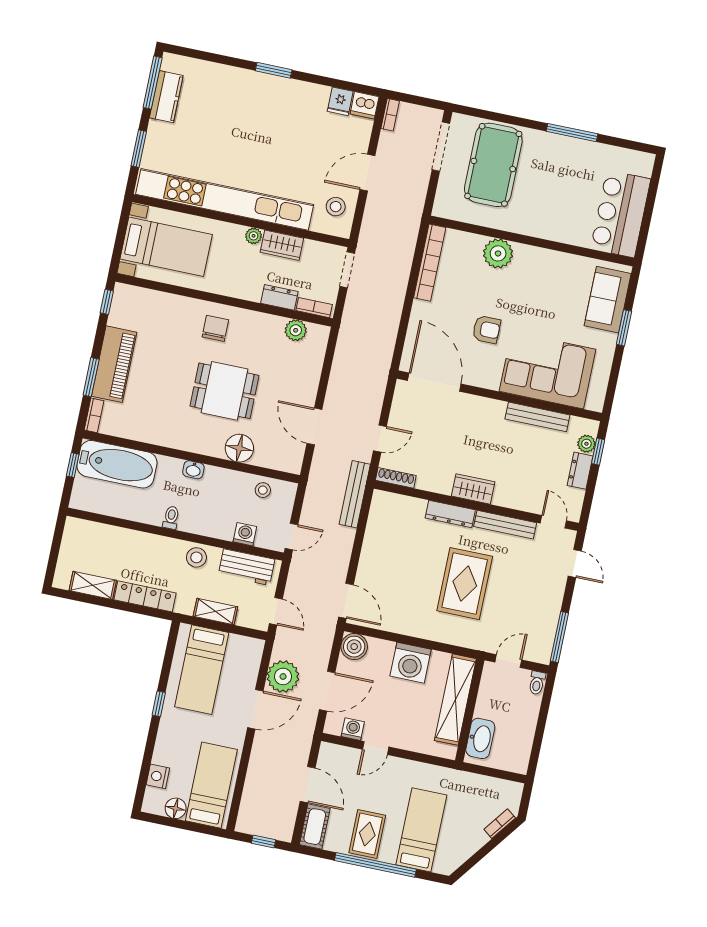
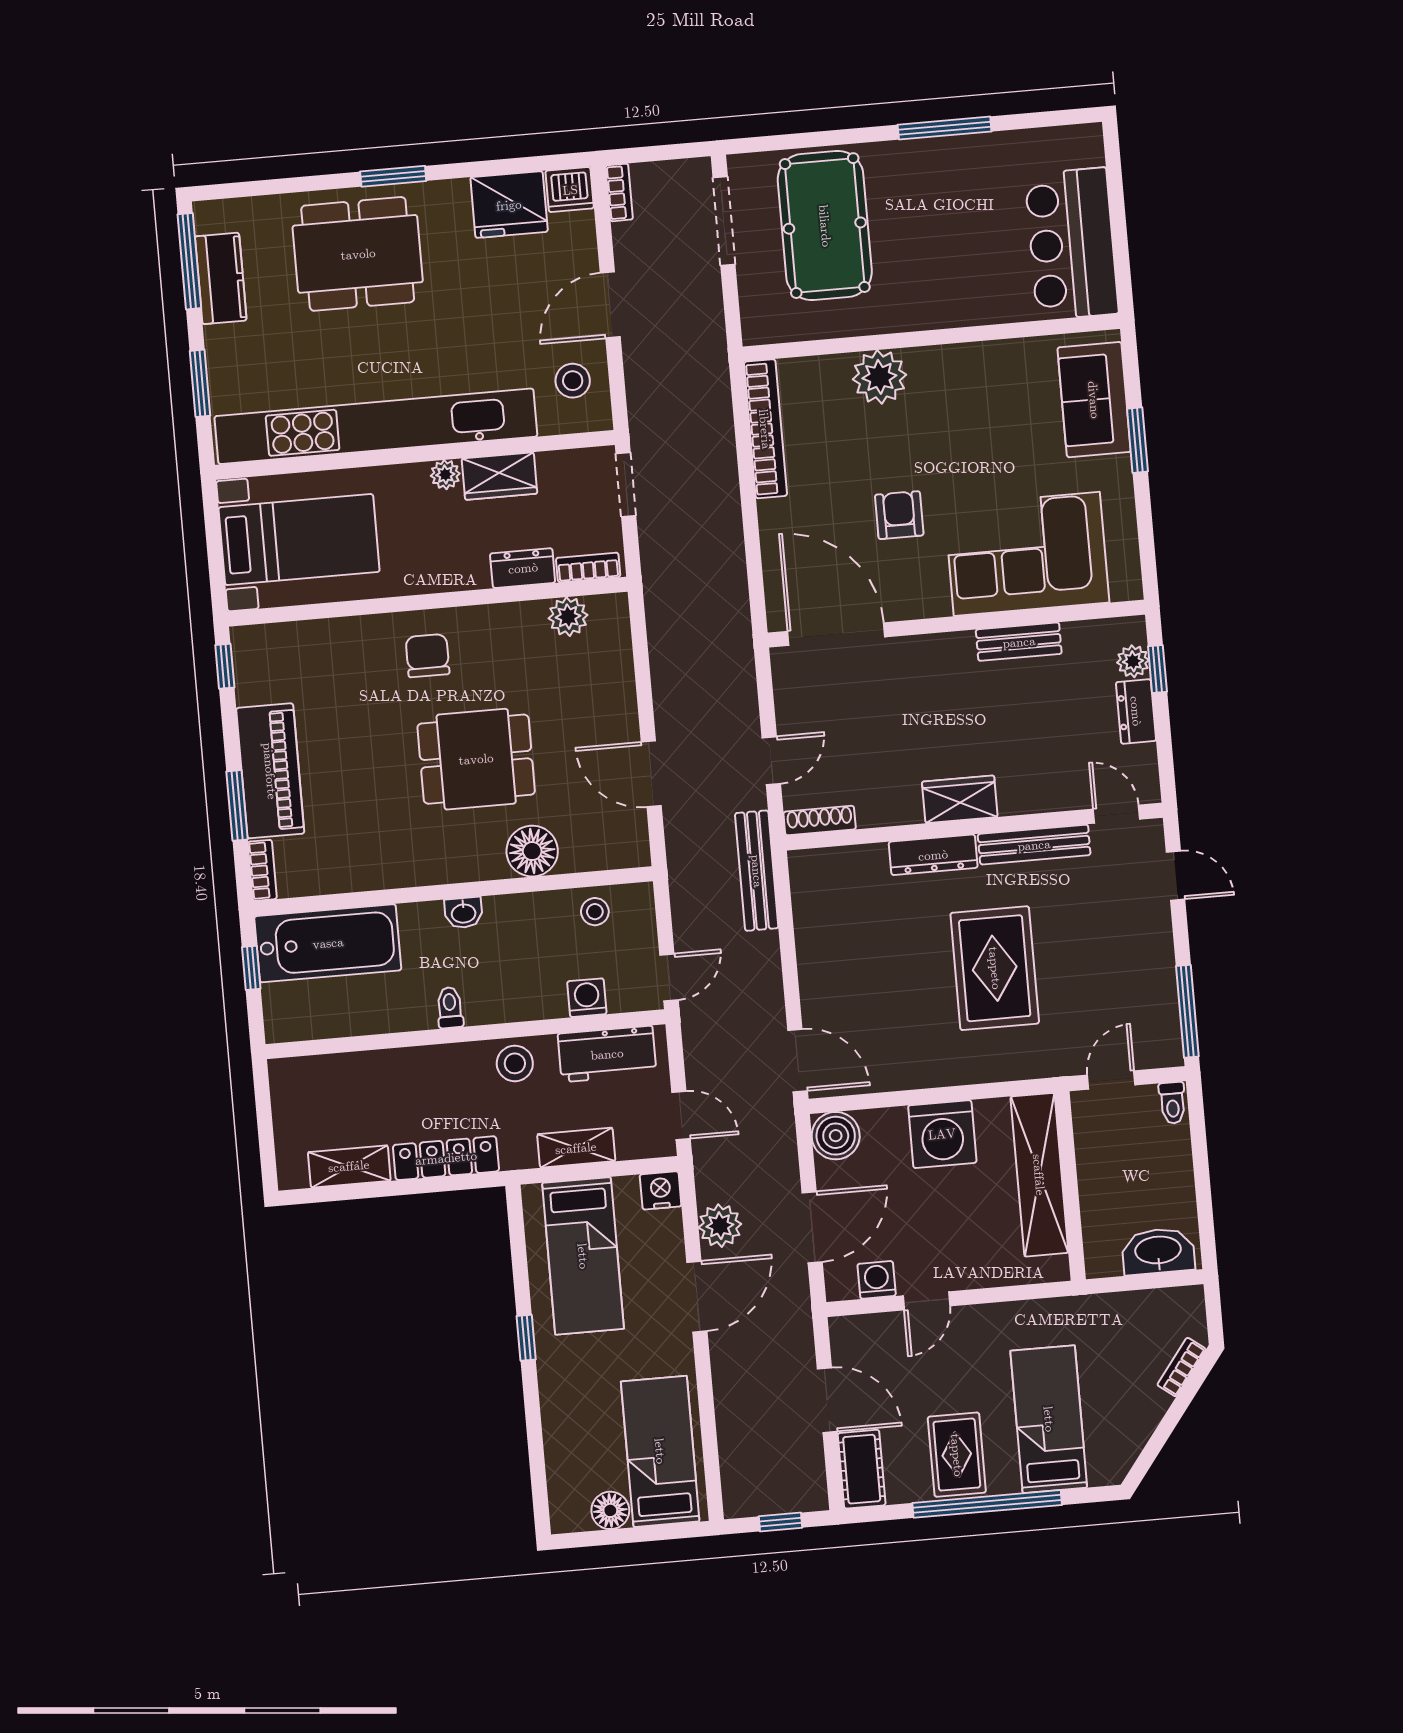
fridge: (340, 101) -> (509, 205), width x1.88, depth x1.34
dining table: (242, 106) -> (358, 254), added
armchair: (486, 329) -> (899, 515), turned -90
bench: (537, 417) -> (1019, 642), width x0.73
plant: (283, 676) -> (720, 1226), width x0.73, depth x0.73
washbasin: (480, 738) -> (1158, 1251), moved, turned -90
nightstand: (158, 776) -> (661, 1190), moved, turned 90

